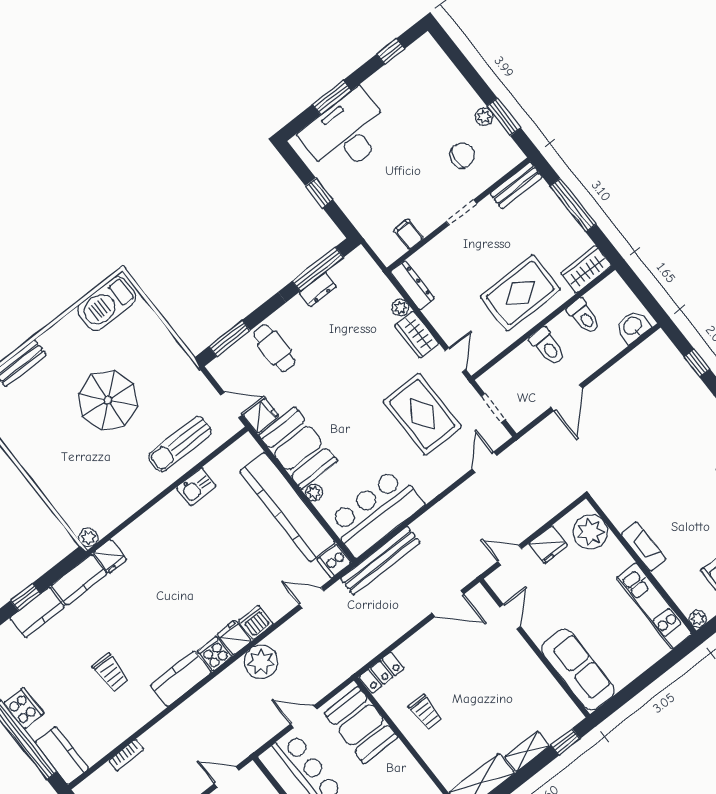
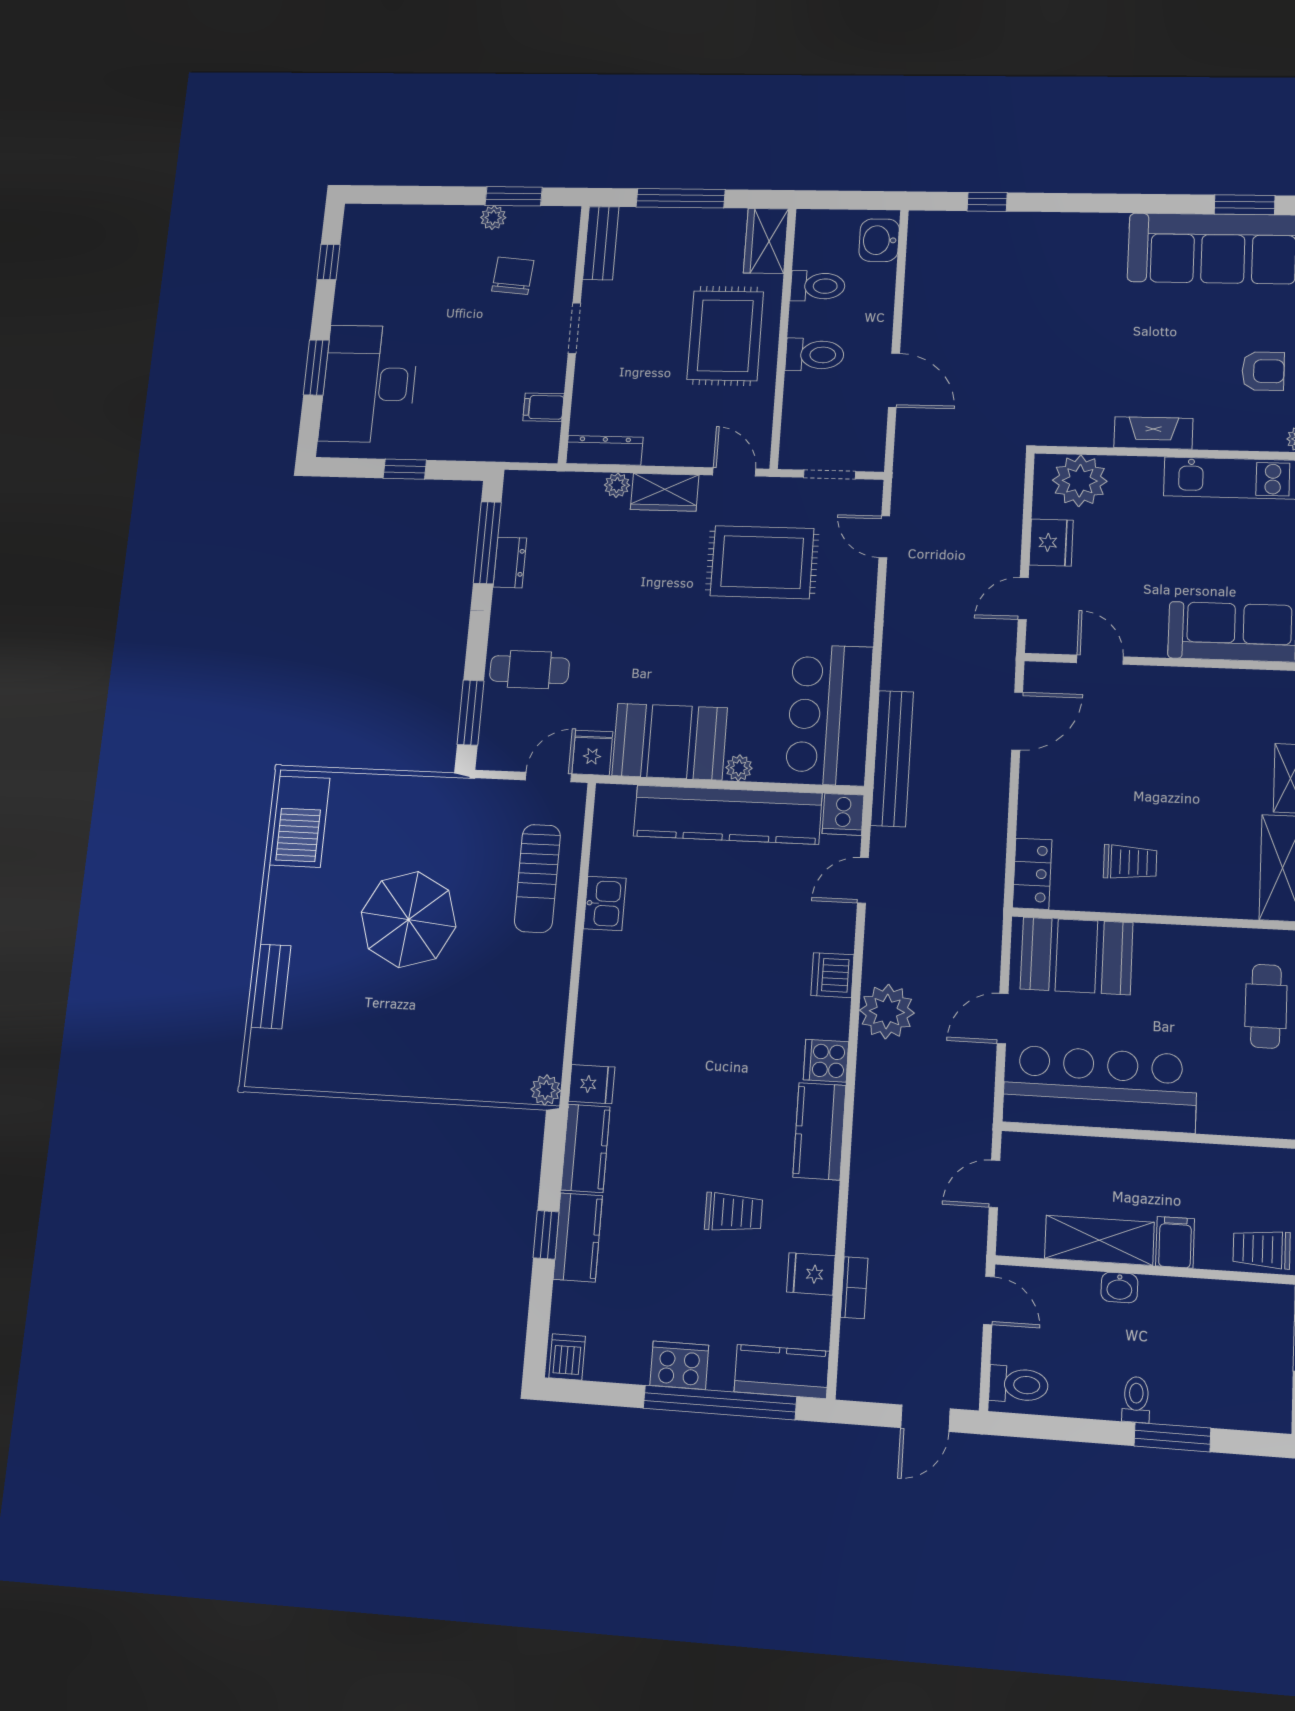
fridge: (234, 637) -> (811, 1274), moved

